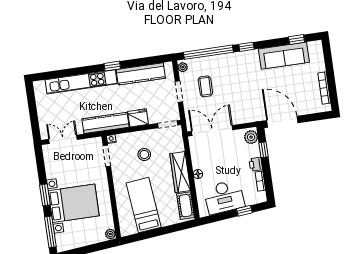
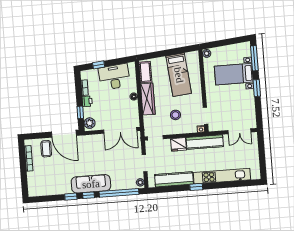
window: (297, 40) -> (71, 197), moved
sofa: (284, 56) -> (91, 184), moved
coffee table: (205, 86) -> (46, 149), moved
bed with nightstands: (74, 203) -> (234, 74), width x0.73

